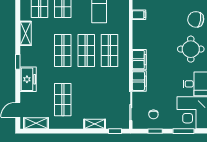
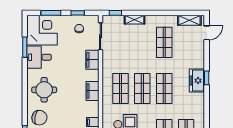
shelving: (26, 33) -> (199, 105), removed
filing cabinet: (139, 60) -> (92, 91), moved
freezer: (28, 79) -> (197, 81), moved

